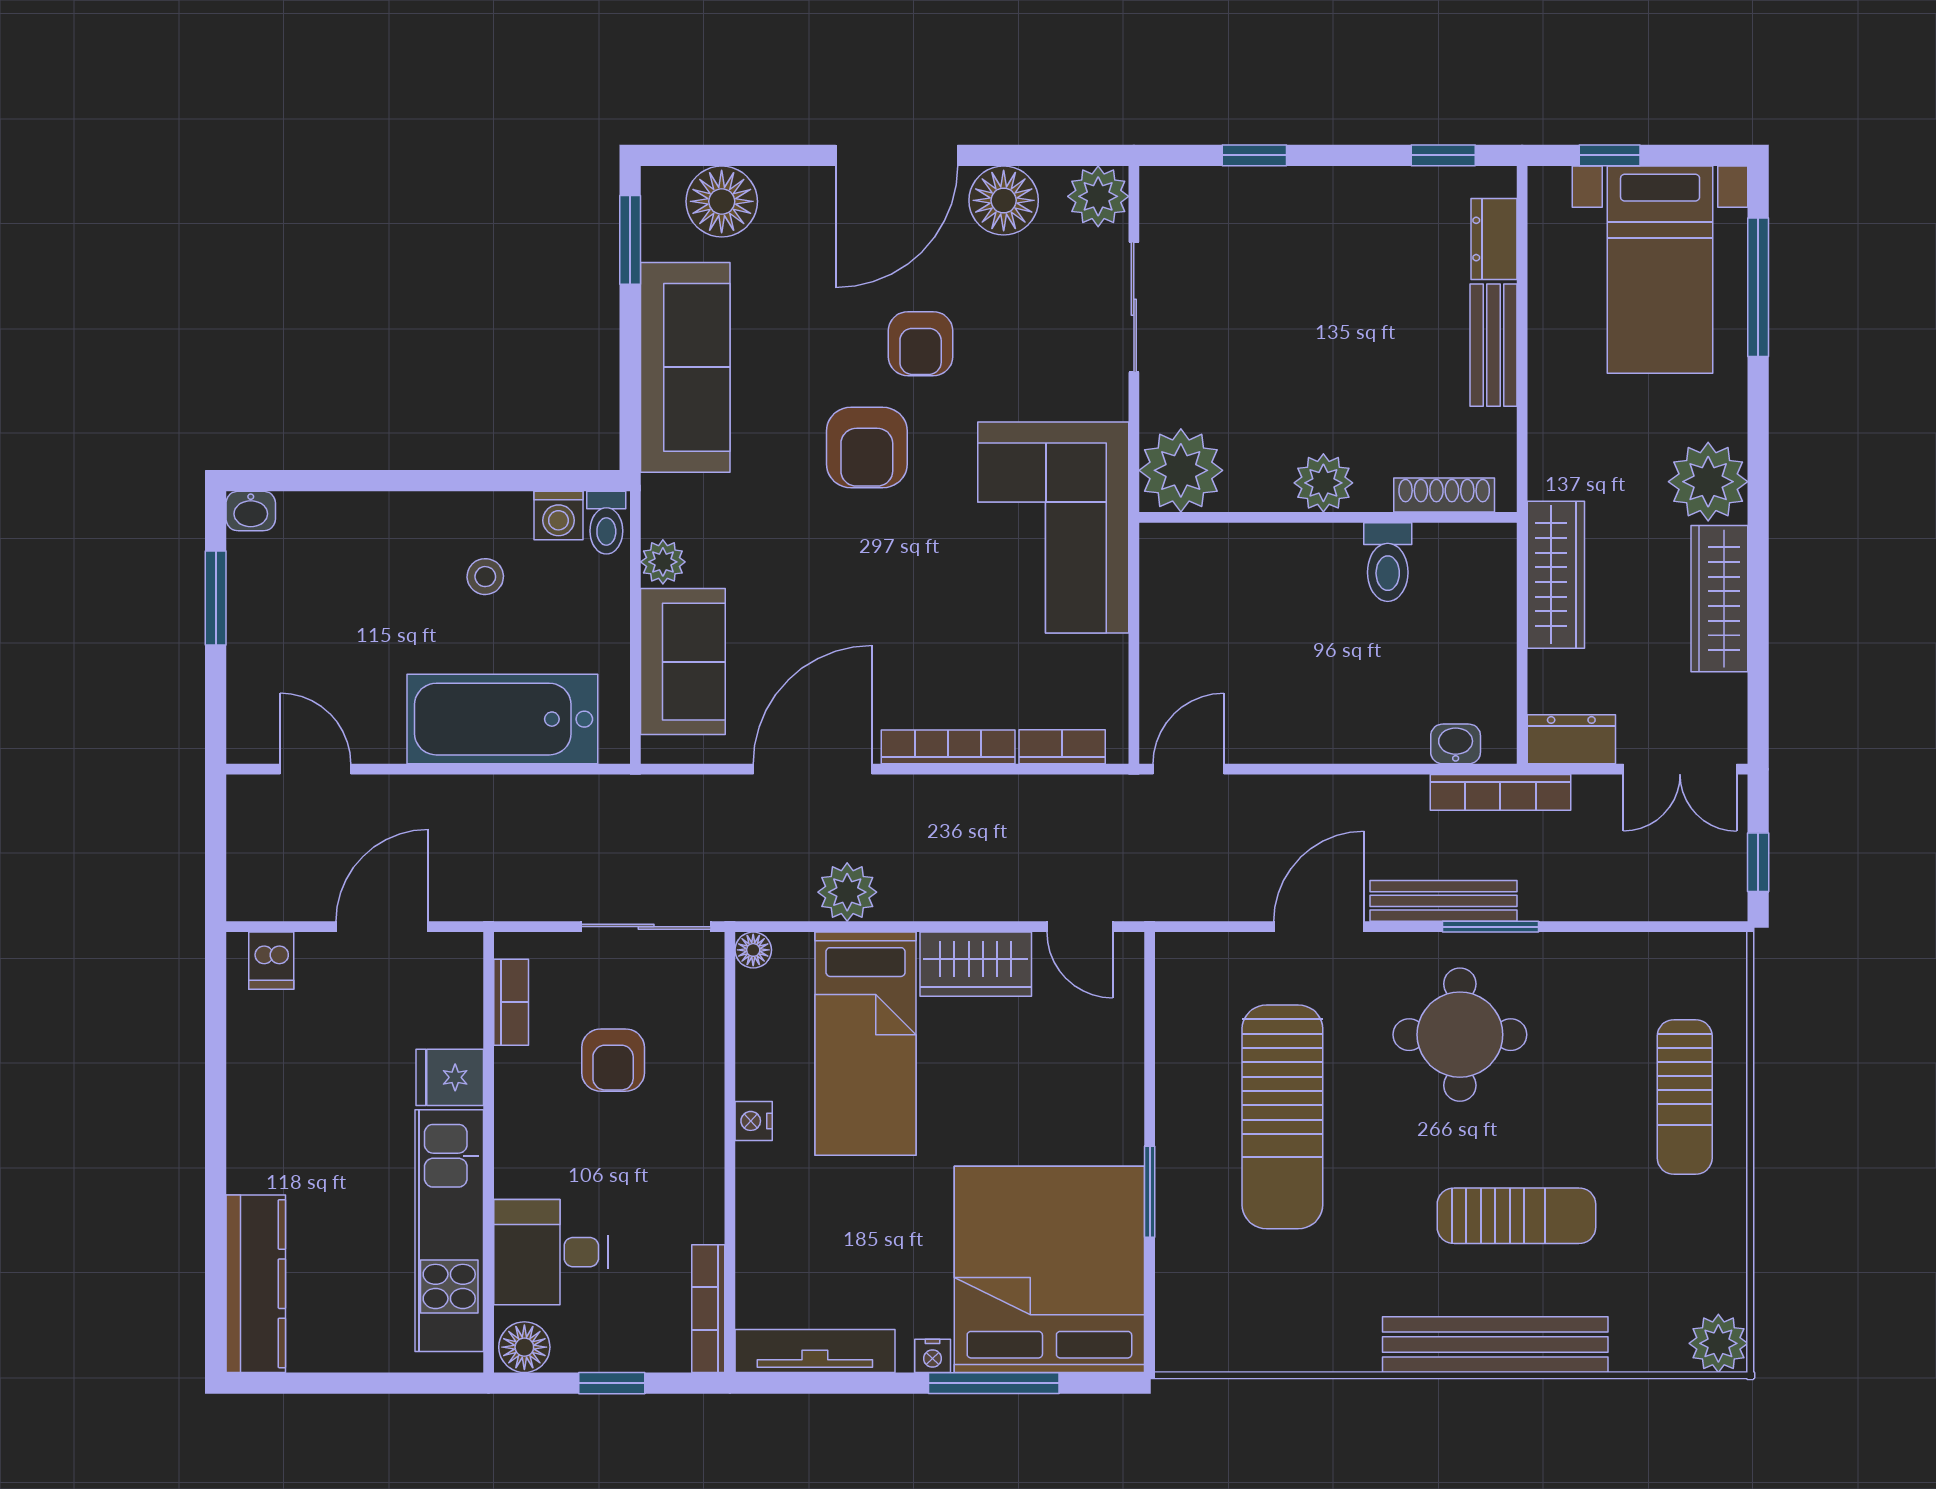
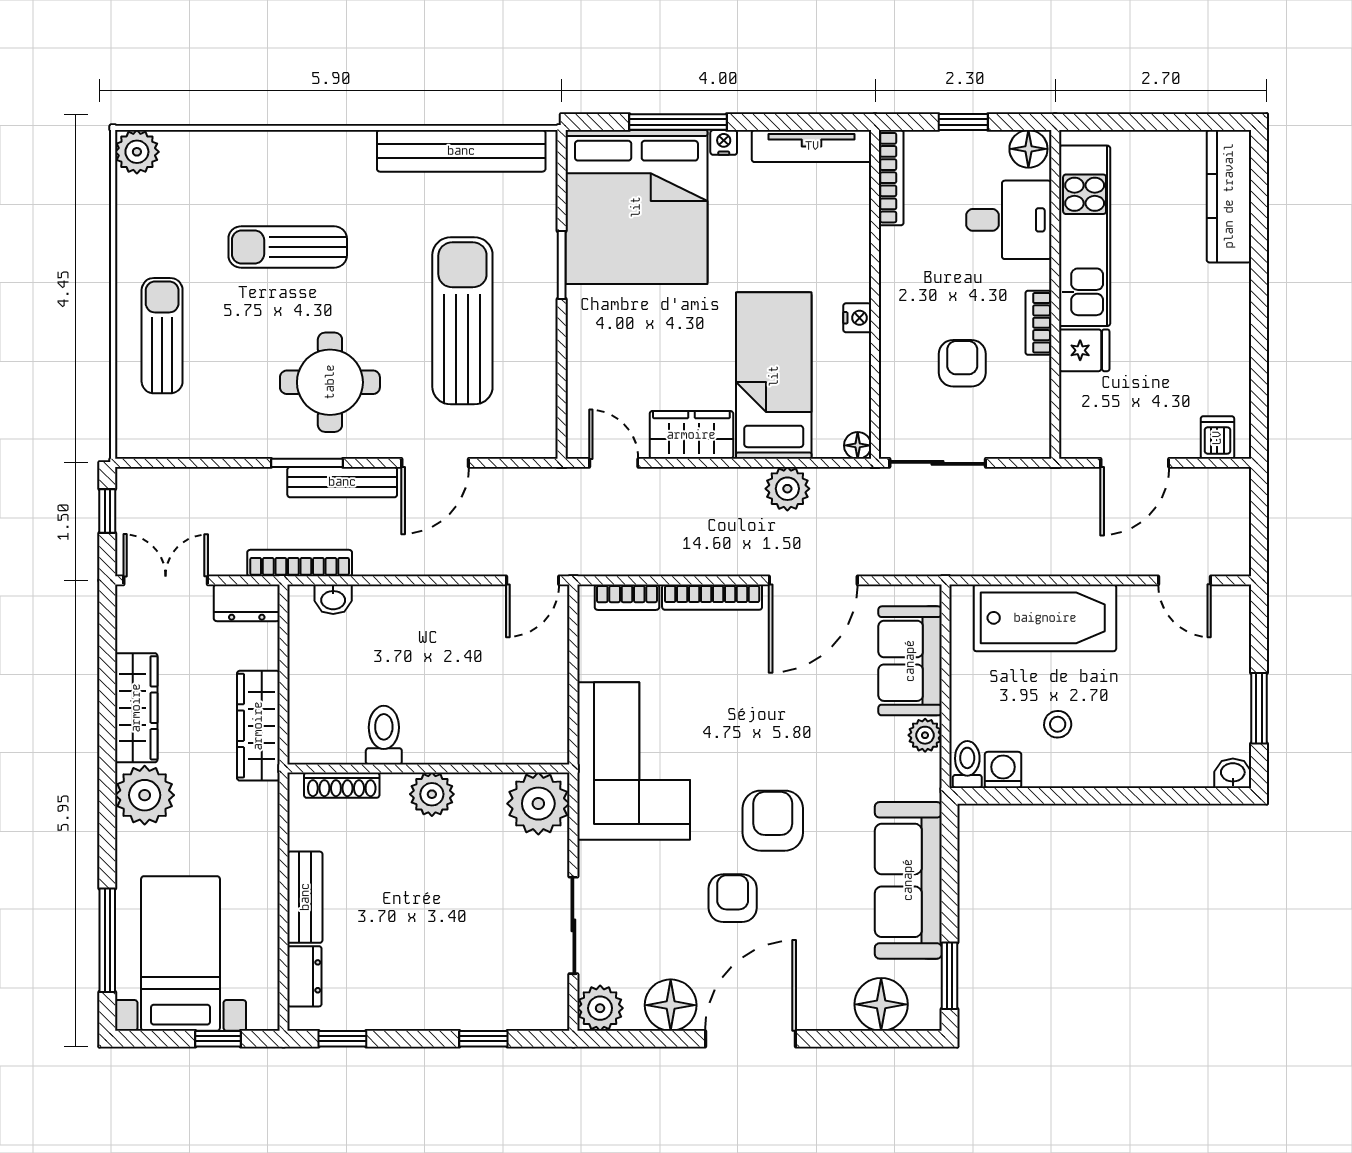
bookcase: (511, 1002) -> (1038, 323), moved
bench: (1495, 1345) -> (461, 151), moved

